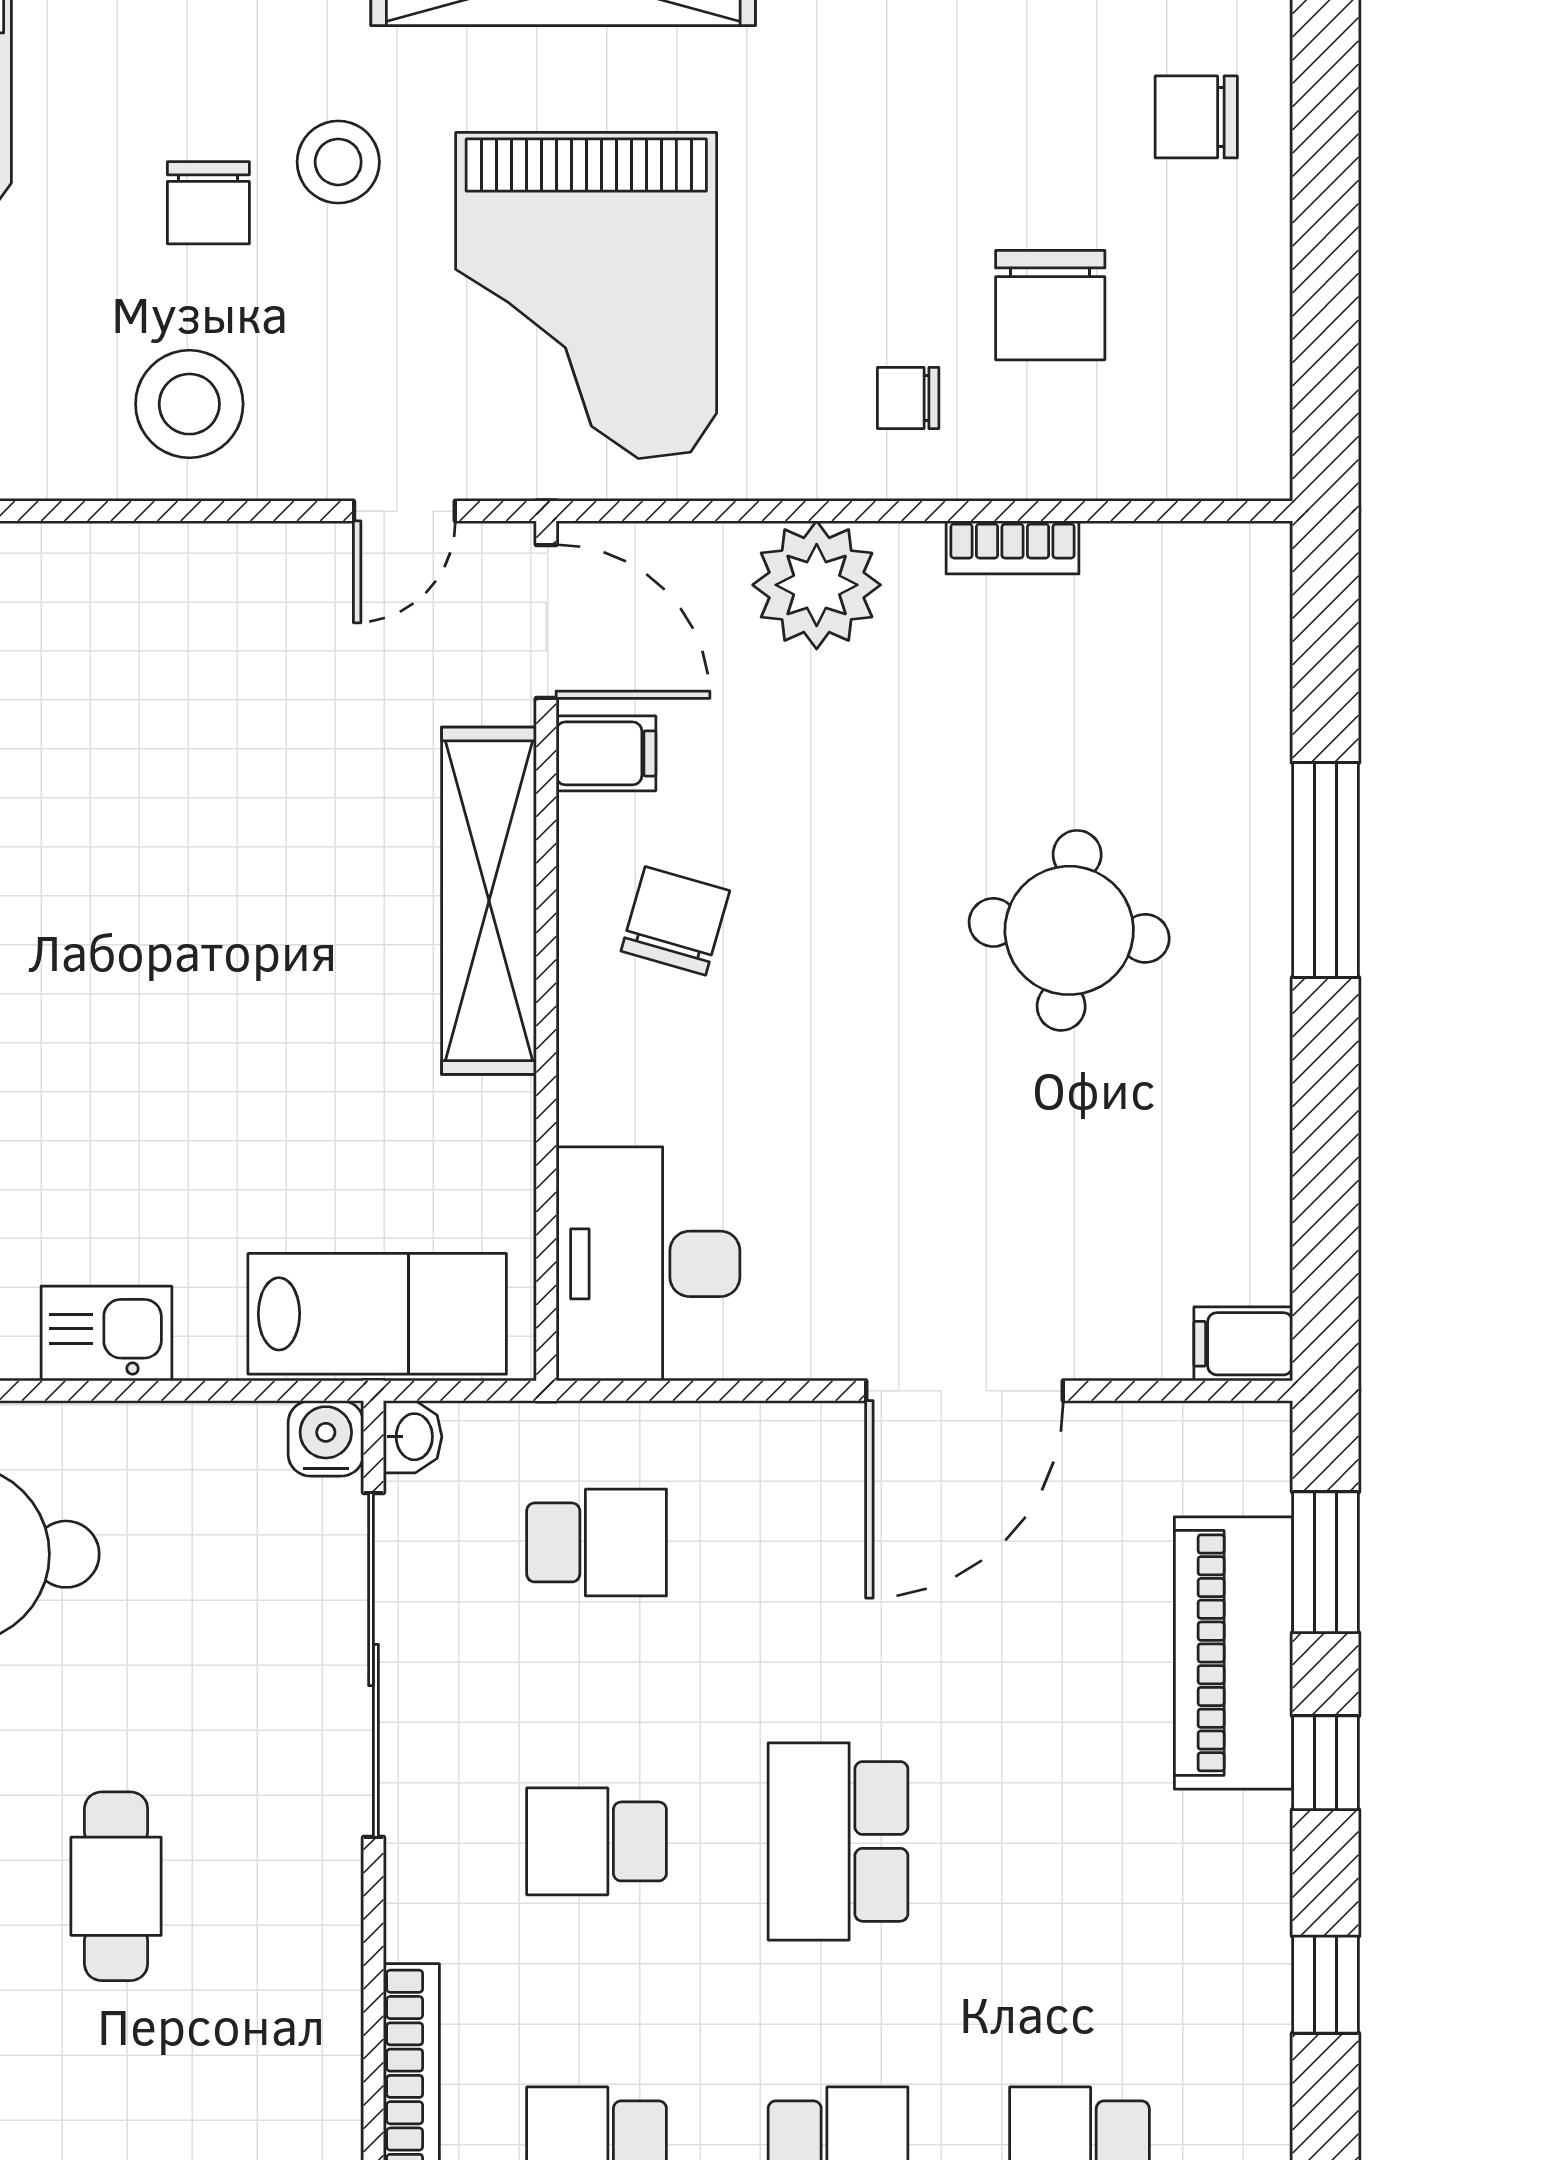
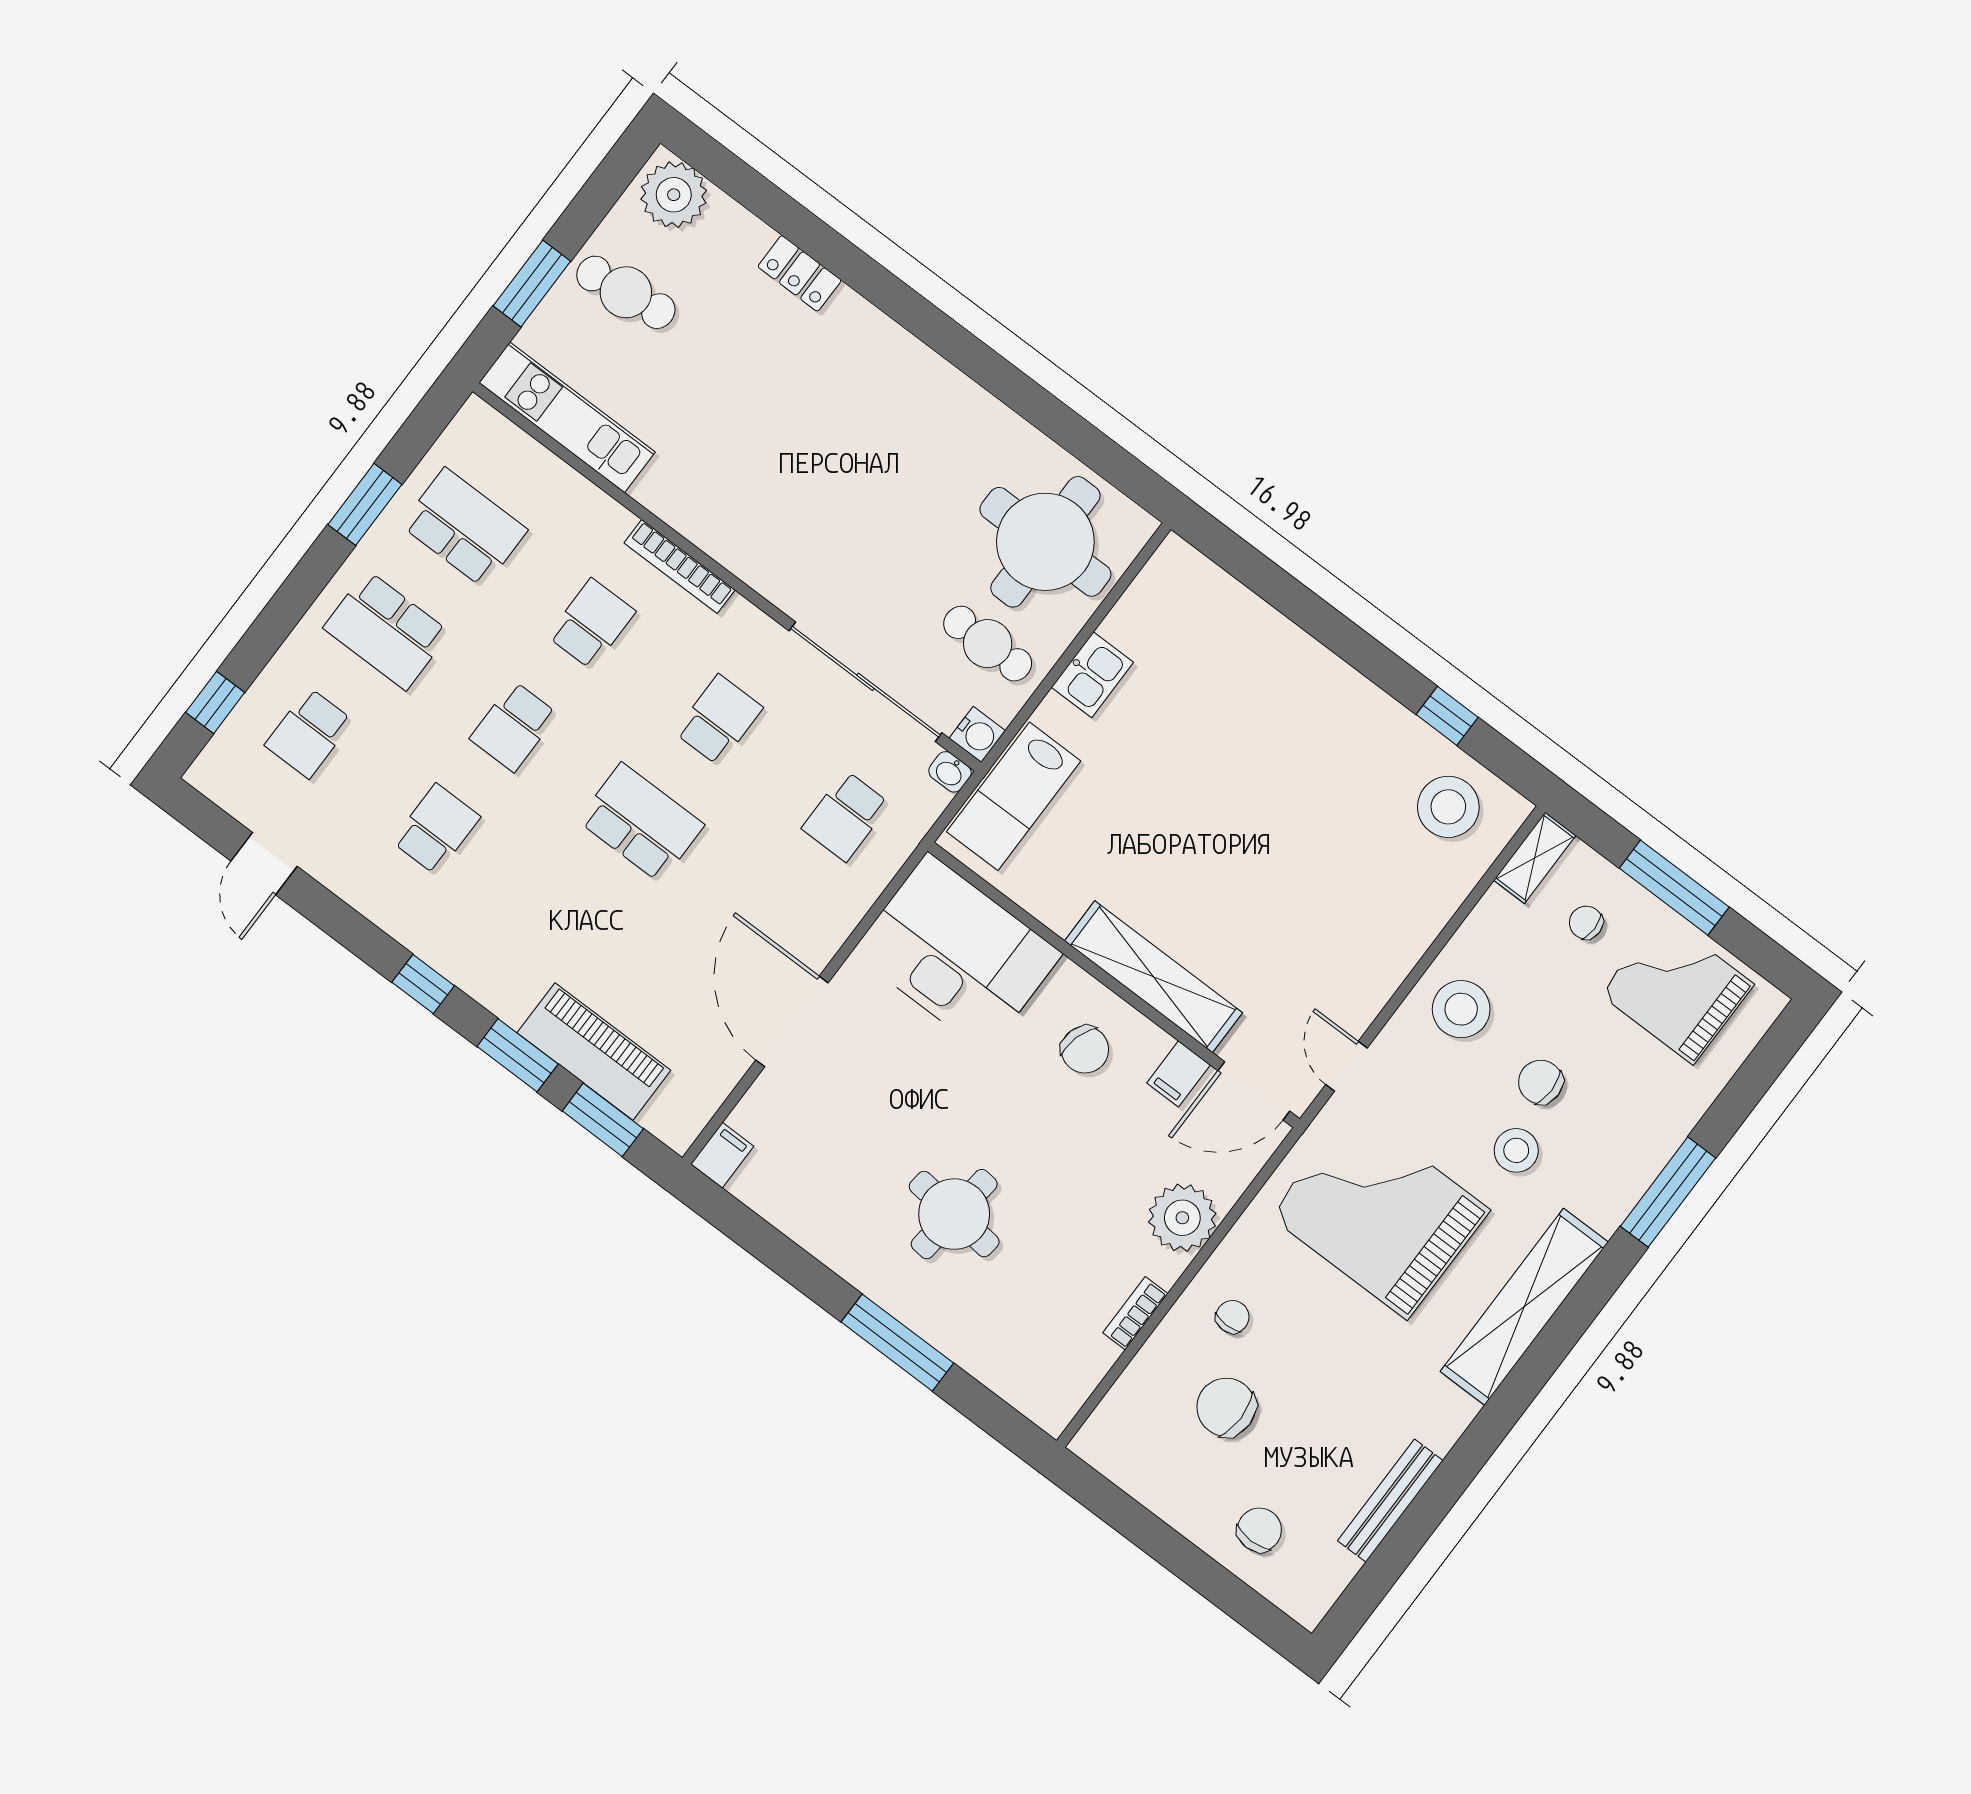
desk: (648, 1264) -> (957, 953), width x1.36, depth x1.30
window: (1326, 1763) -> (518, 1055), width x1.50
cafe table: (116, 1886) -> (988, 644), moved

